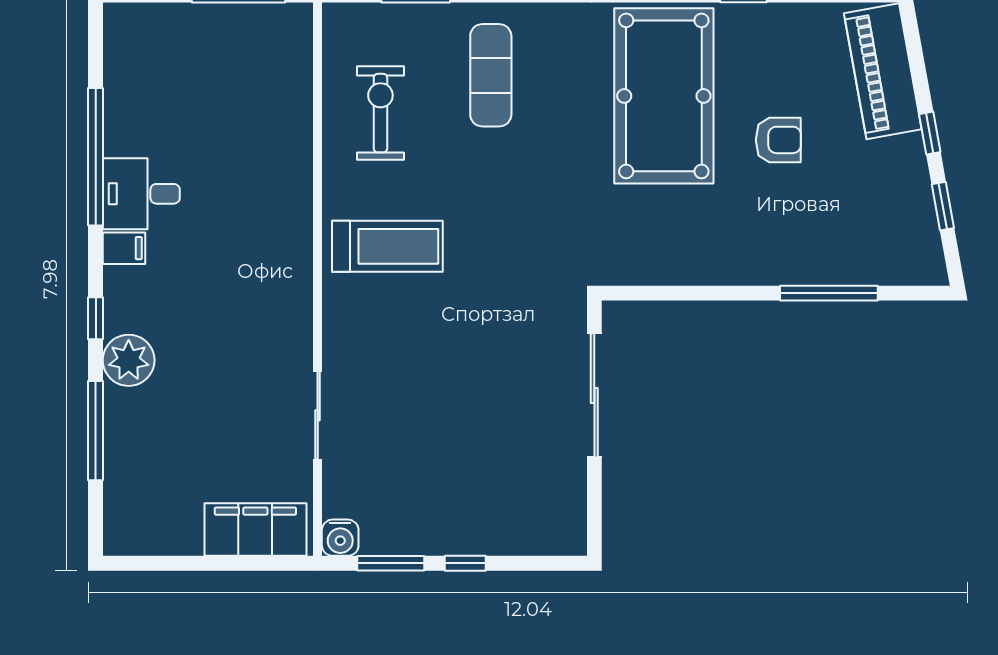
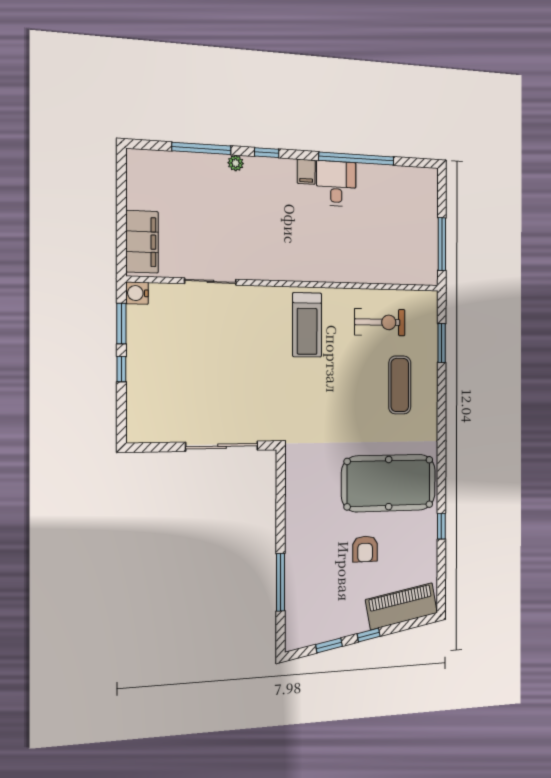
exercise mat: (491, 75) -> (400, 385), turned 90
plant: (129, 360) -> (236, 163), width x0.53, depth x0.53

